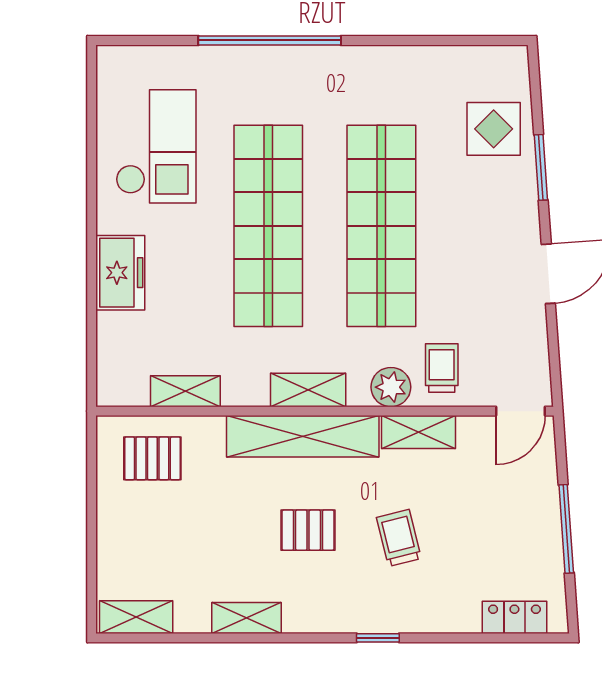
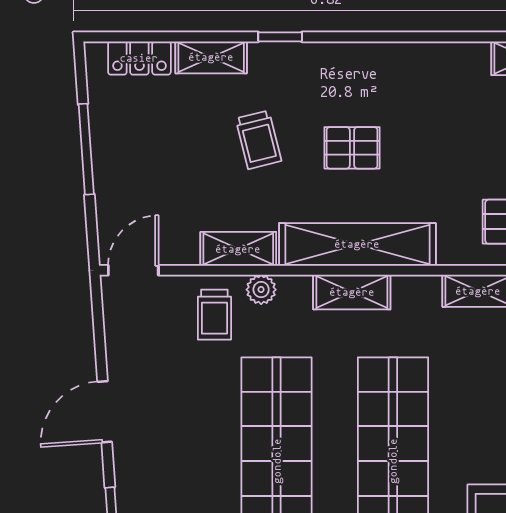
plant: (391, 387) -> (261, 290), width x0.73, depth x0.73
shelving: (246, 618) -> (211, 57), moved

